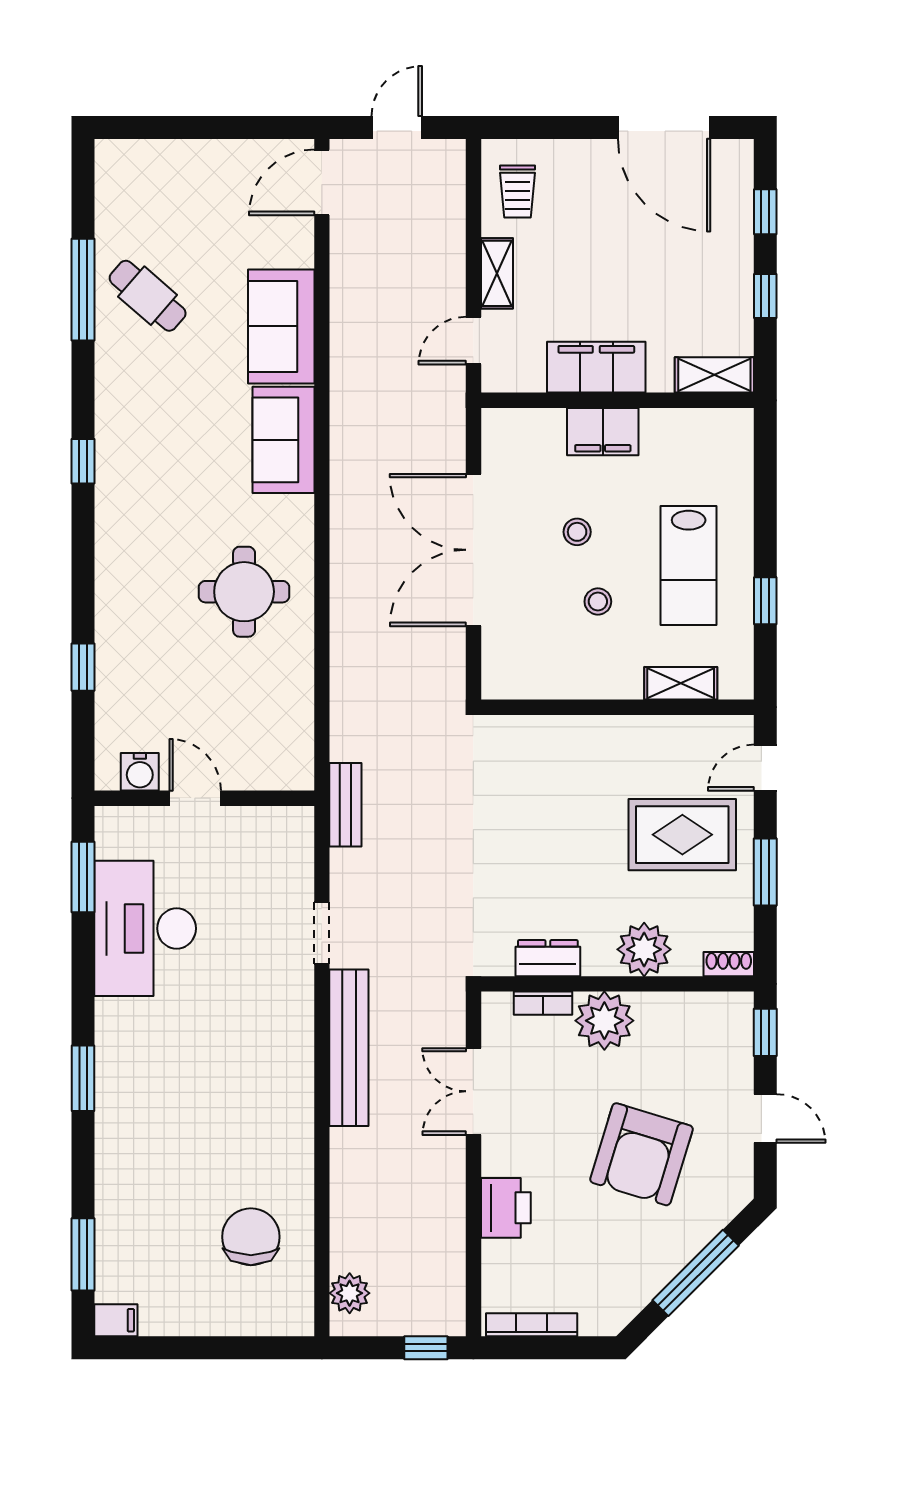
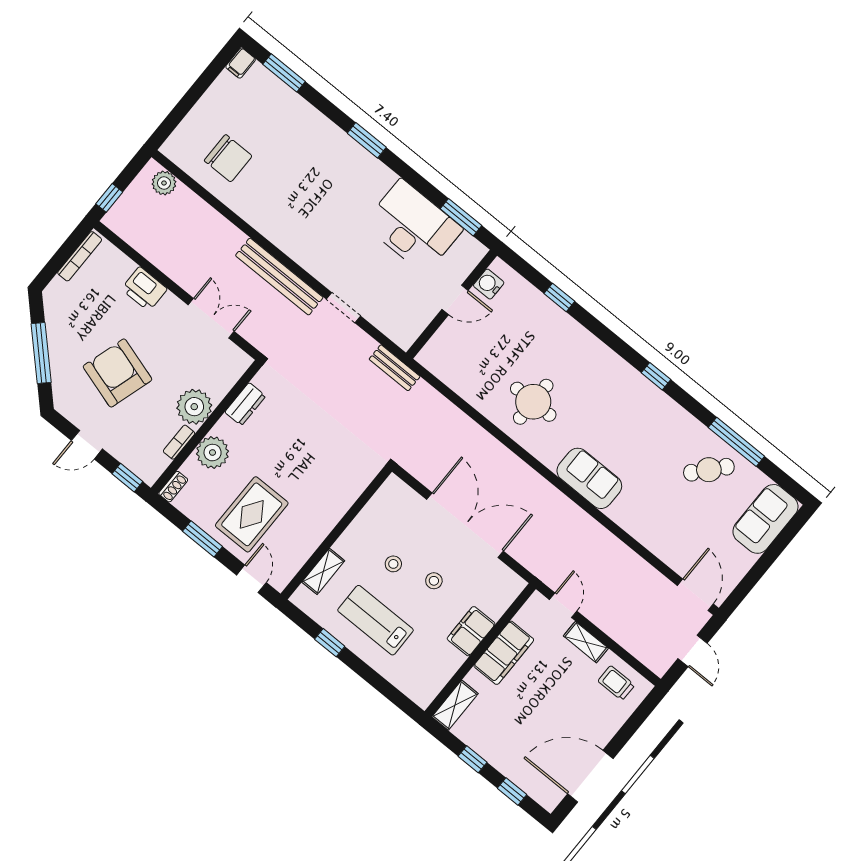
sofa: (281, 326) -> (765, 519), moved, turned -90
bookcase: (543, 1003) -> (179, 442), moved

